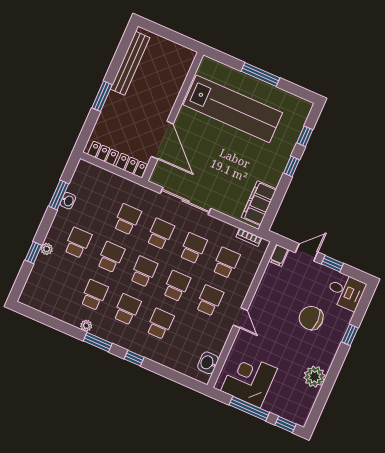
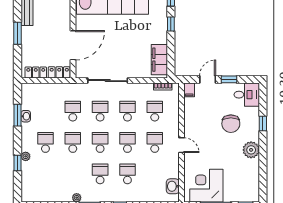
door: (162, 140) -> (73, 45), hinge flipped
school desk: (94, 295) -> (73, 174), removed
chair: (311, 318) -> (231, 124), turned -90
plant: (314, 377) -> (251, 150), moved

